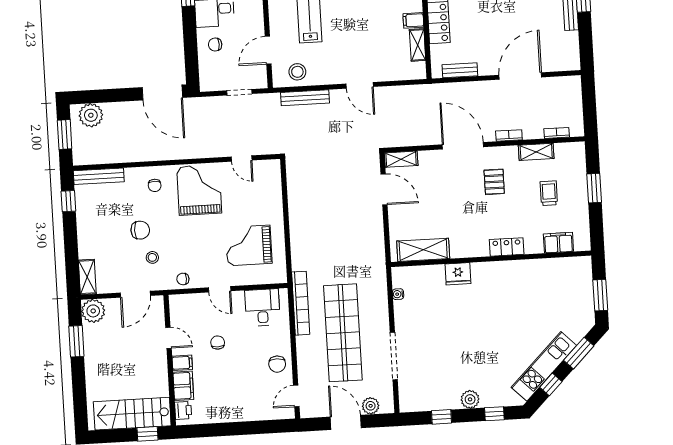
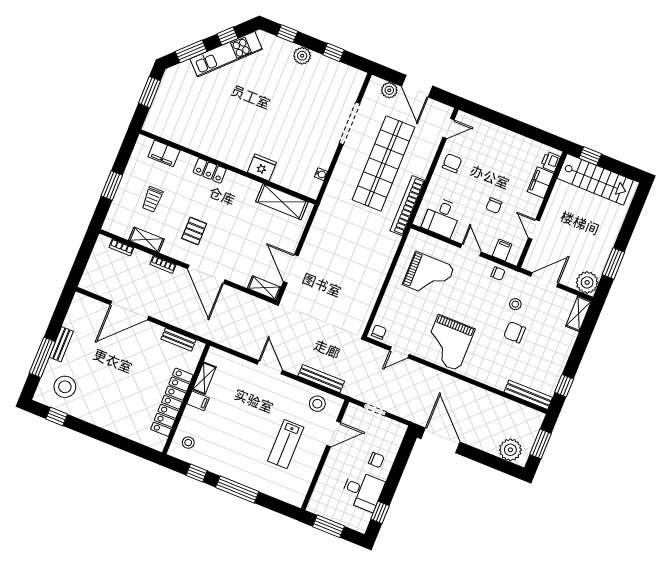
door: (242, 159) -> (400, 352), swing flipped
chair: (155, 185) -> (379, 332), moved
filing cabinet: (182, 363) -> (502, 250), moved, turned 90

